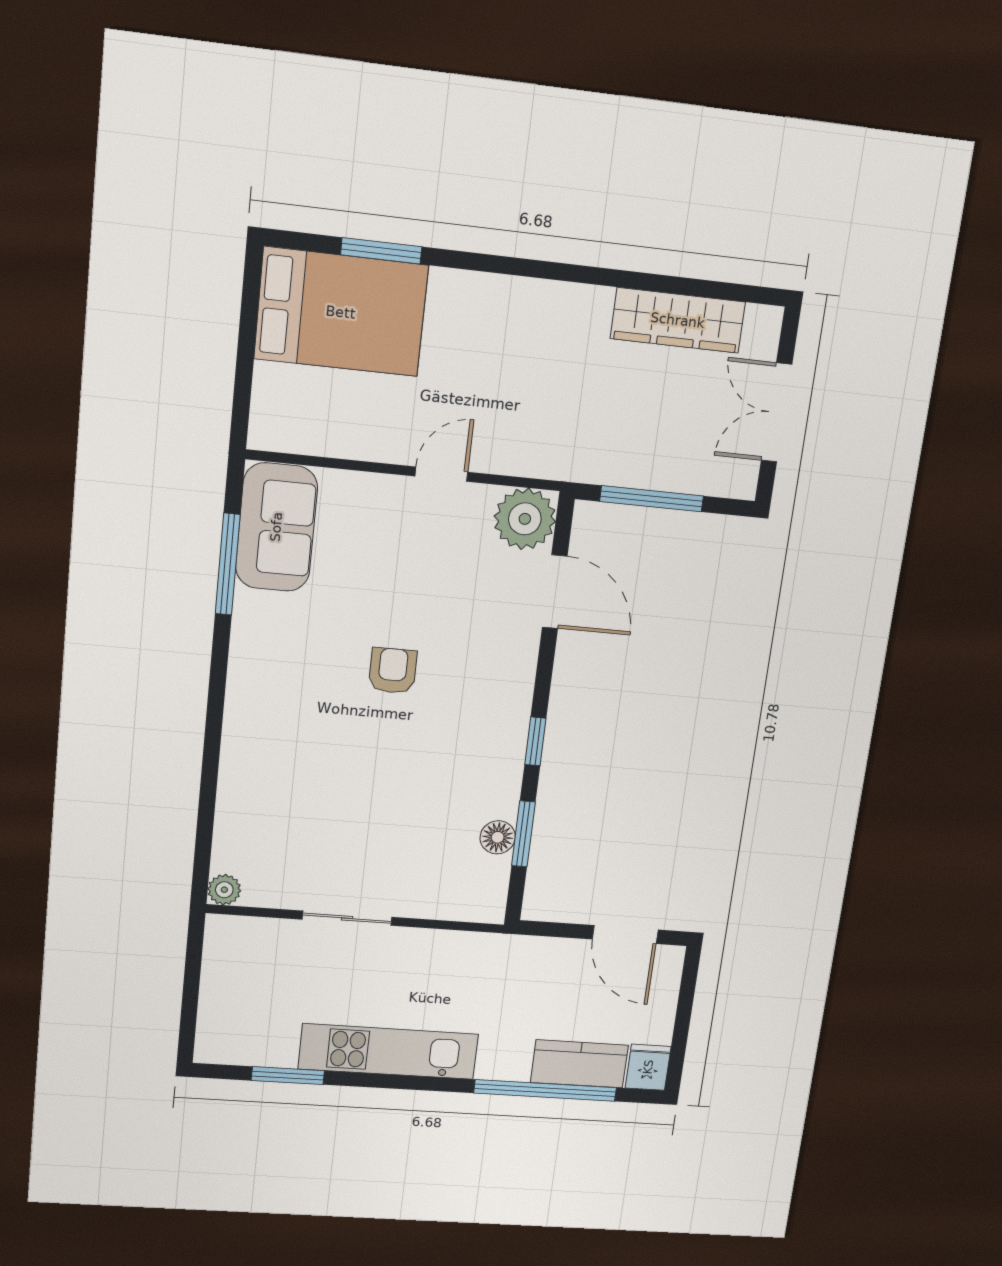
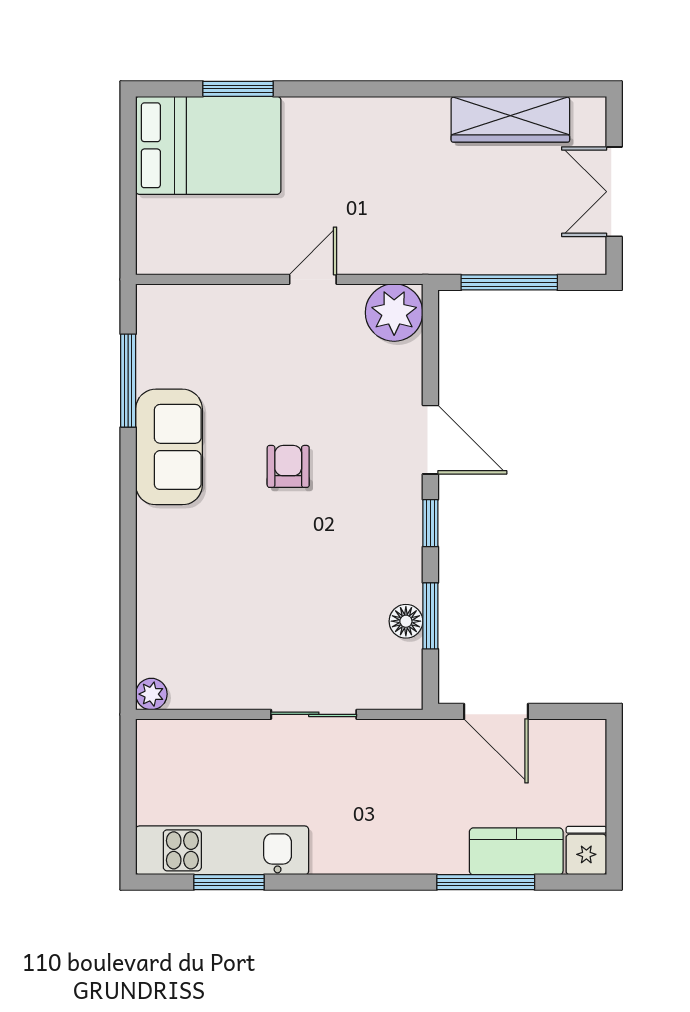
sofa: (276, 527) -> (169, 447), moved
door: (555, 592) -> (430, 440), moved
sliding door: (347, 918) -> (314, 714), moved
door: (625, 935) -> (496, 711), moved
kitchen unit: (388, 1052) -> (222, 850), moved
window: (545, 1090) -> (486, 882), width x0.68

